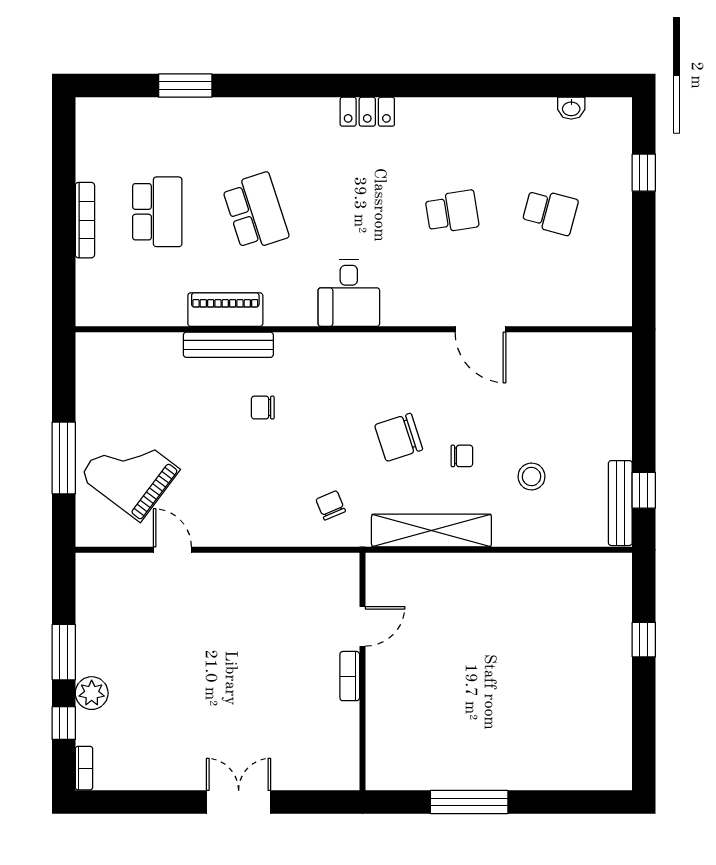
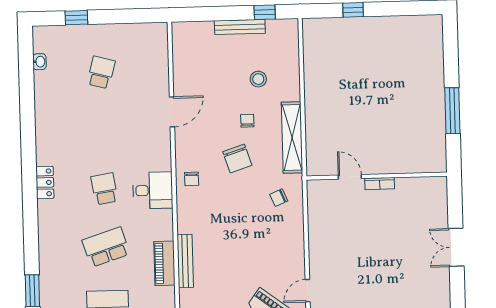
school desk: (452, 212) -> (104, 189), moved
chair: (263, 408) -> (192, 179), moved
bench: (620, 503) -> (240, 27), moved

